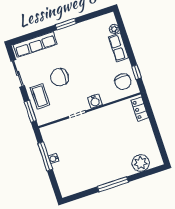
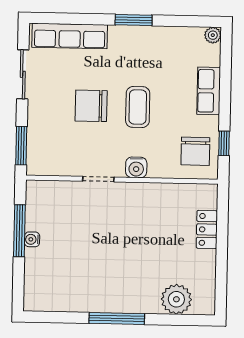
plant: (114, 29) -> (213, 35), moved
coffee table: (40, 96) -> (138, 107), moved
locker: (140, 109) -> (207, 229), moved

